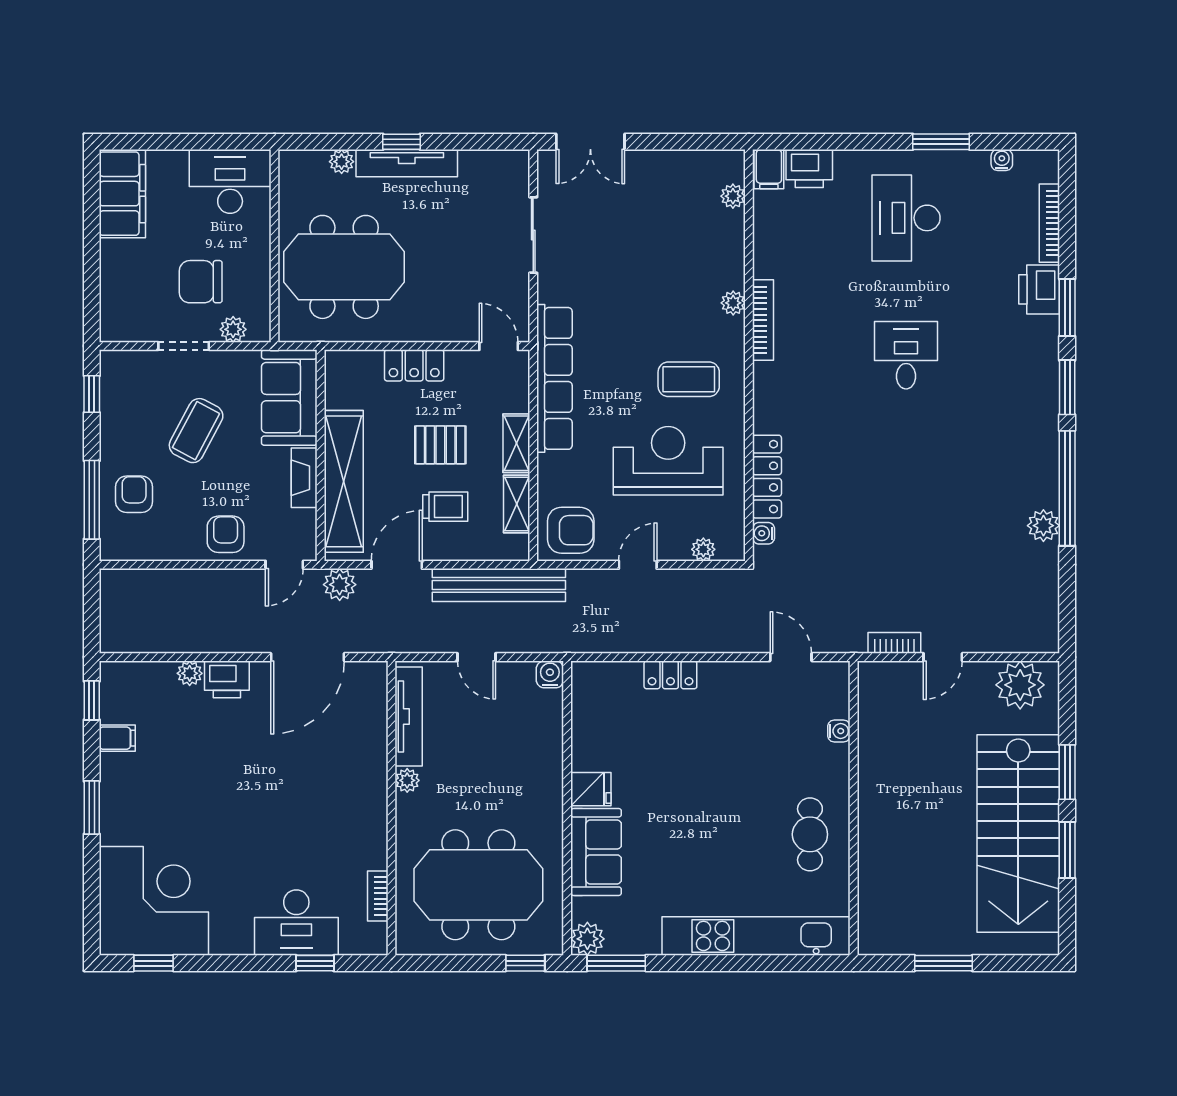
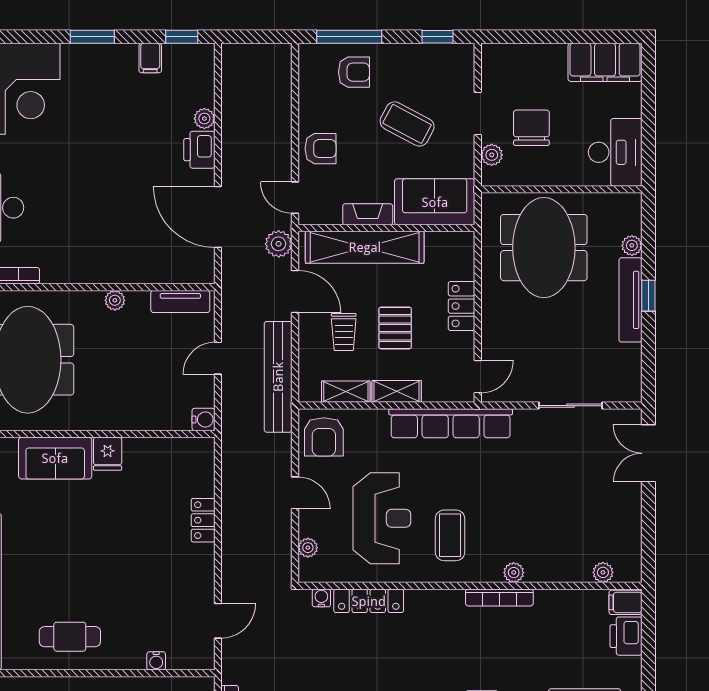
tv unit: (409, 716) -> (180, 301), width x0.71

